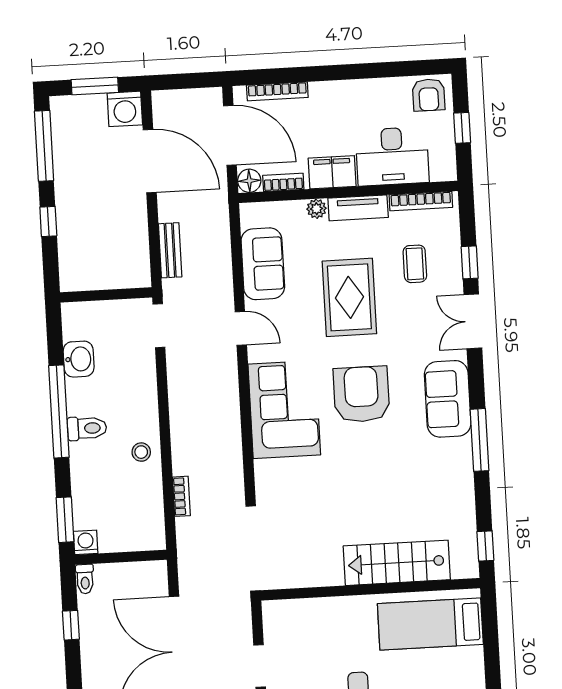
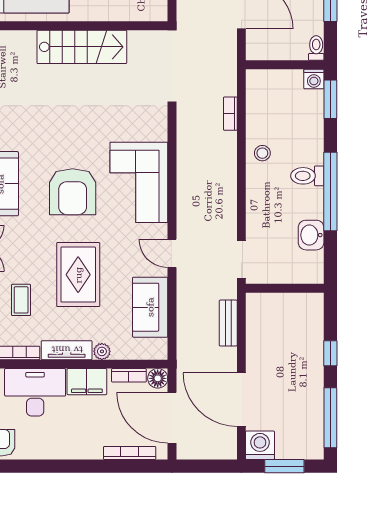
stairs: (397, 563) -> (82, 47), moved

